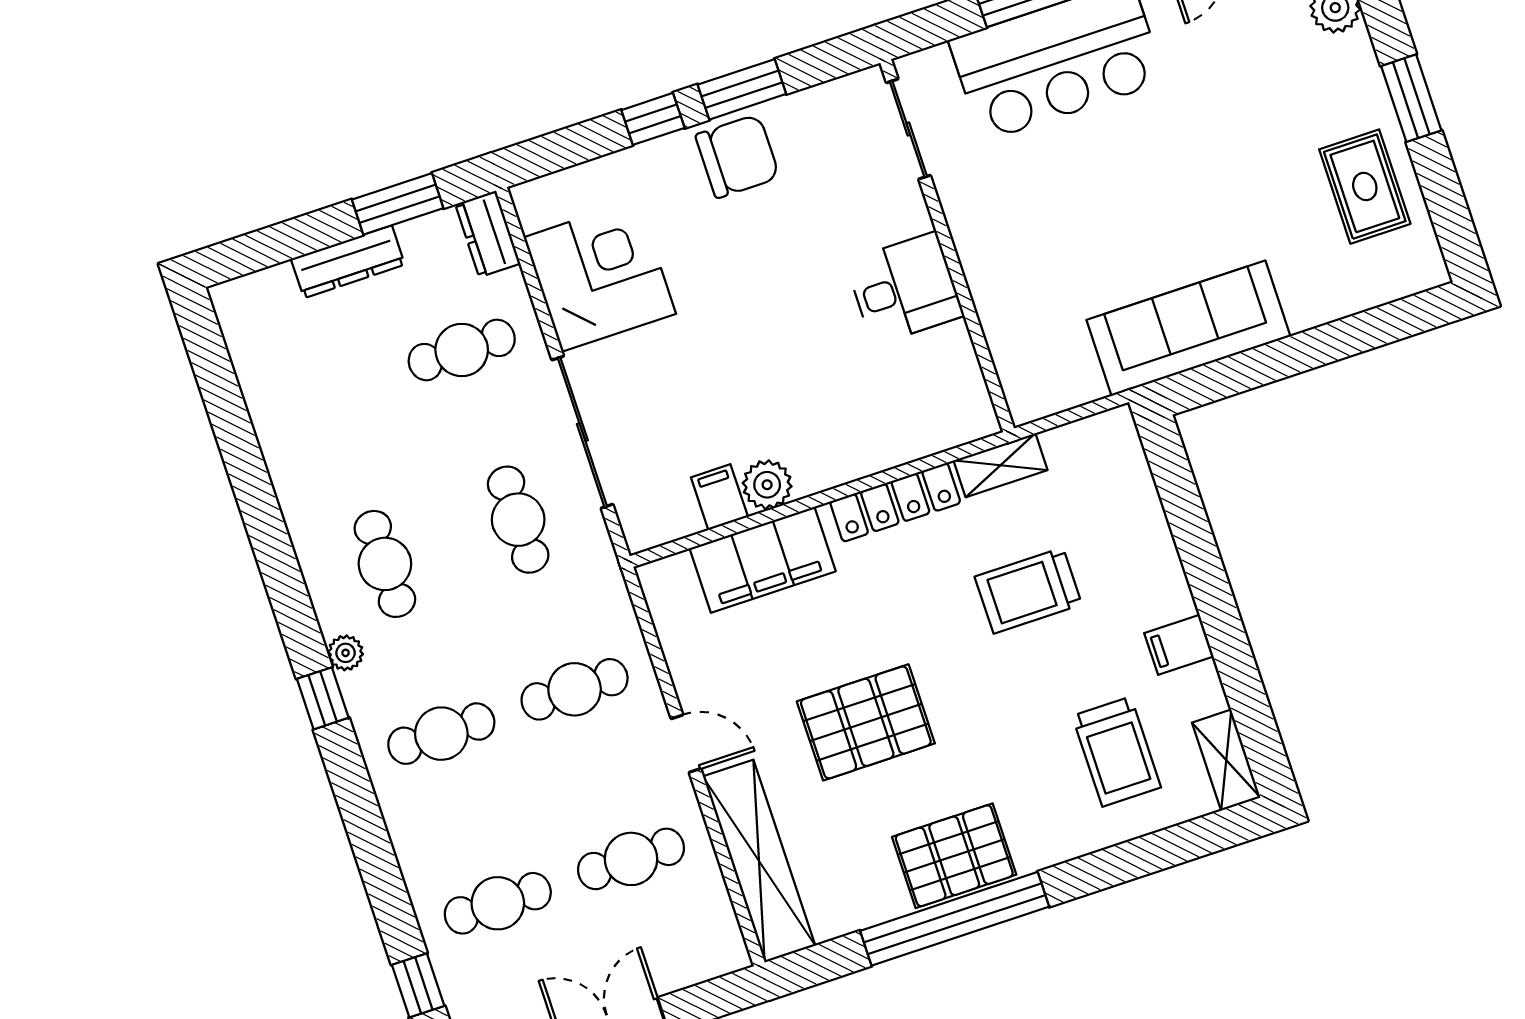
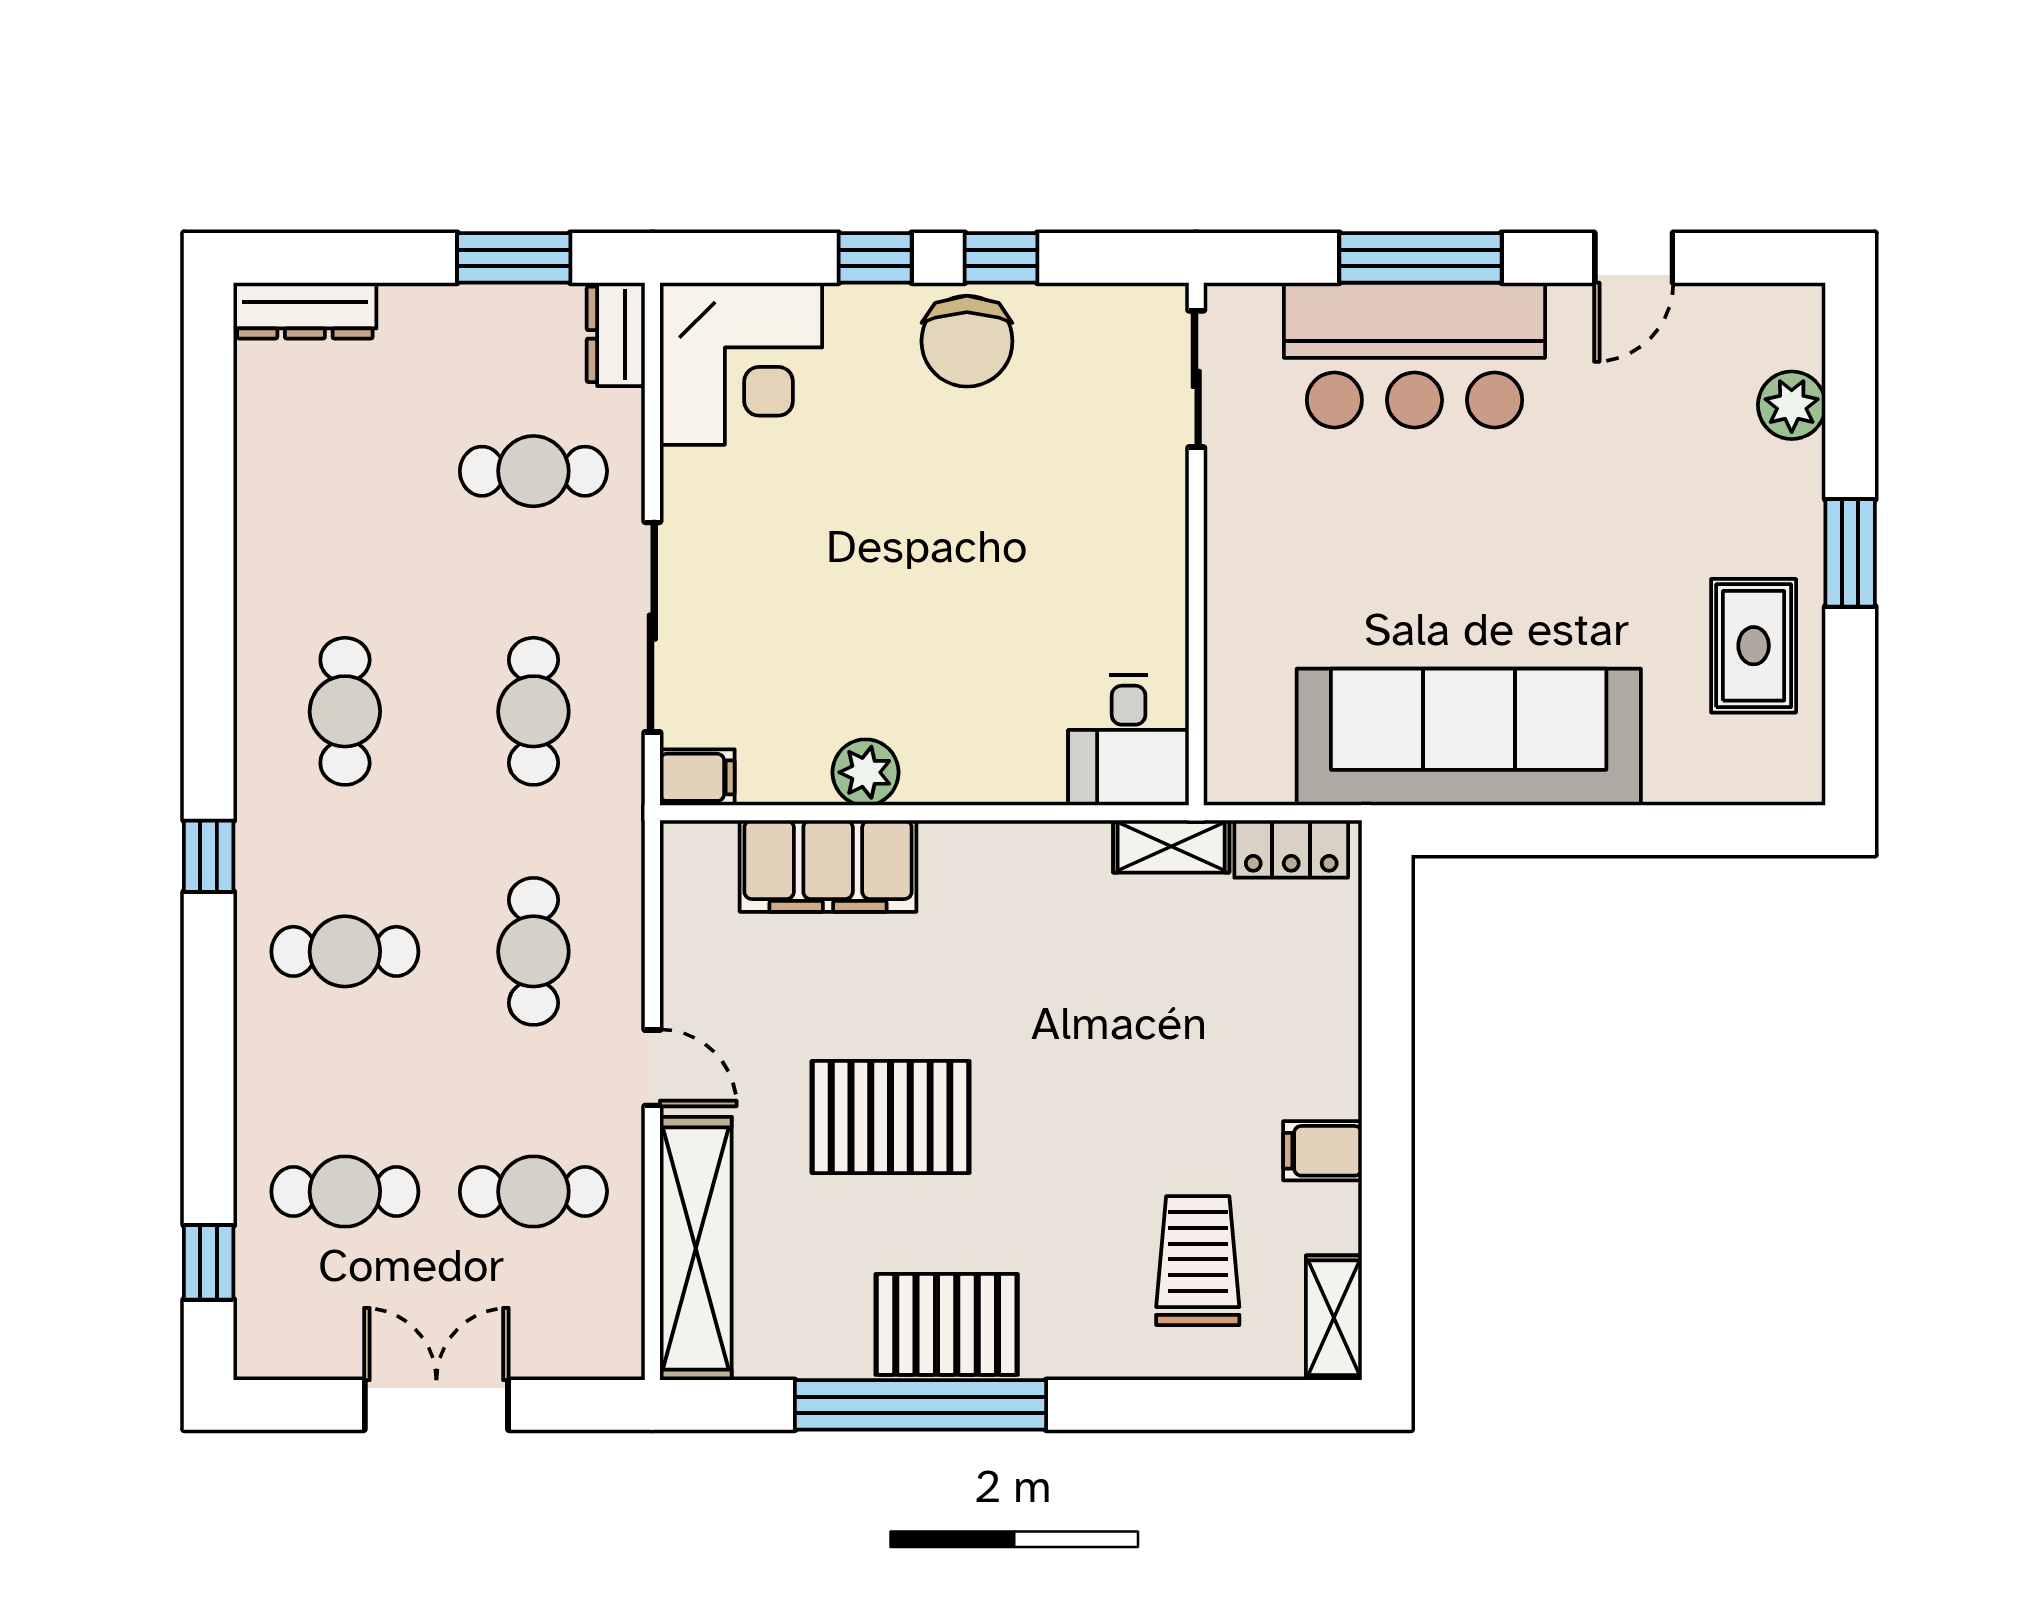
window: (742, 89) -> (1001, 258), width x0.67
chair: (737, 156) -> (967, 341), turned 90
dresser: (348, 262) -> (305, 311), moved
corner desk: (600, 276) -> (741, 364), moved, turned 90
desk: (905, 289) -> (1129, 740), moved, turned 90
sofa: (1188, 328) -> (1469, 737), width x1.36, depth x1.27
filing cabinet: (719, 497) -> (697, 777), moved, turned 90
locker: (895, 502) -> (1291, 849), moved, width x0.66
trolley: (1028, 591) -> (1153, 1018), removed
plant: (346, 653) -> (257, 808), removed
cafe table: (575, 689) -> (533, 951), turned 90
trolley: (1117, 752) -> (1198, 1261), turned 180

